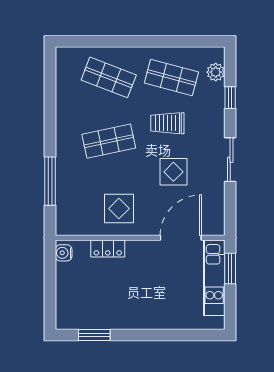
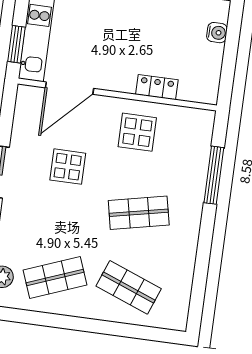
shop shelf: (171, 77) -> (55, 278), turned -36
trolley: (167, 123) -> (67, 225), removed
water cooler: (64, 253) -> (217, 33), moved

